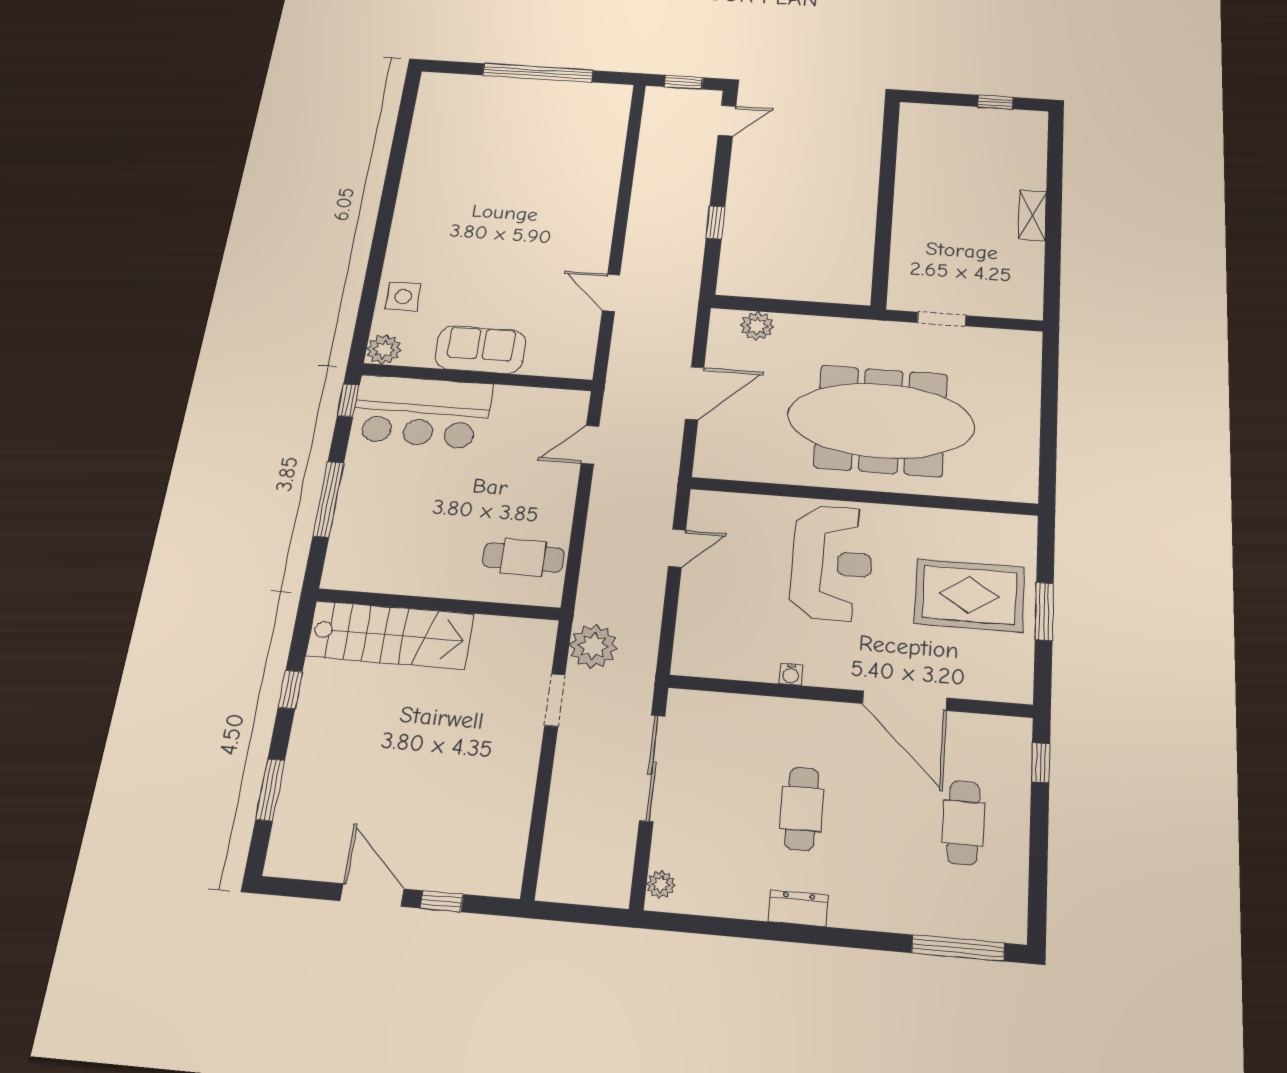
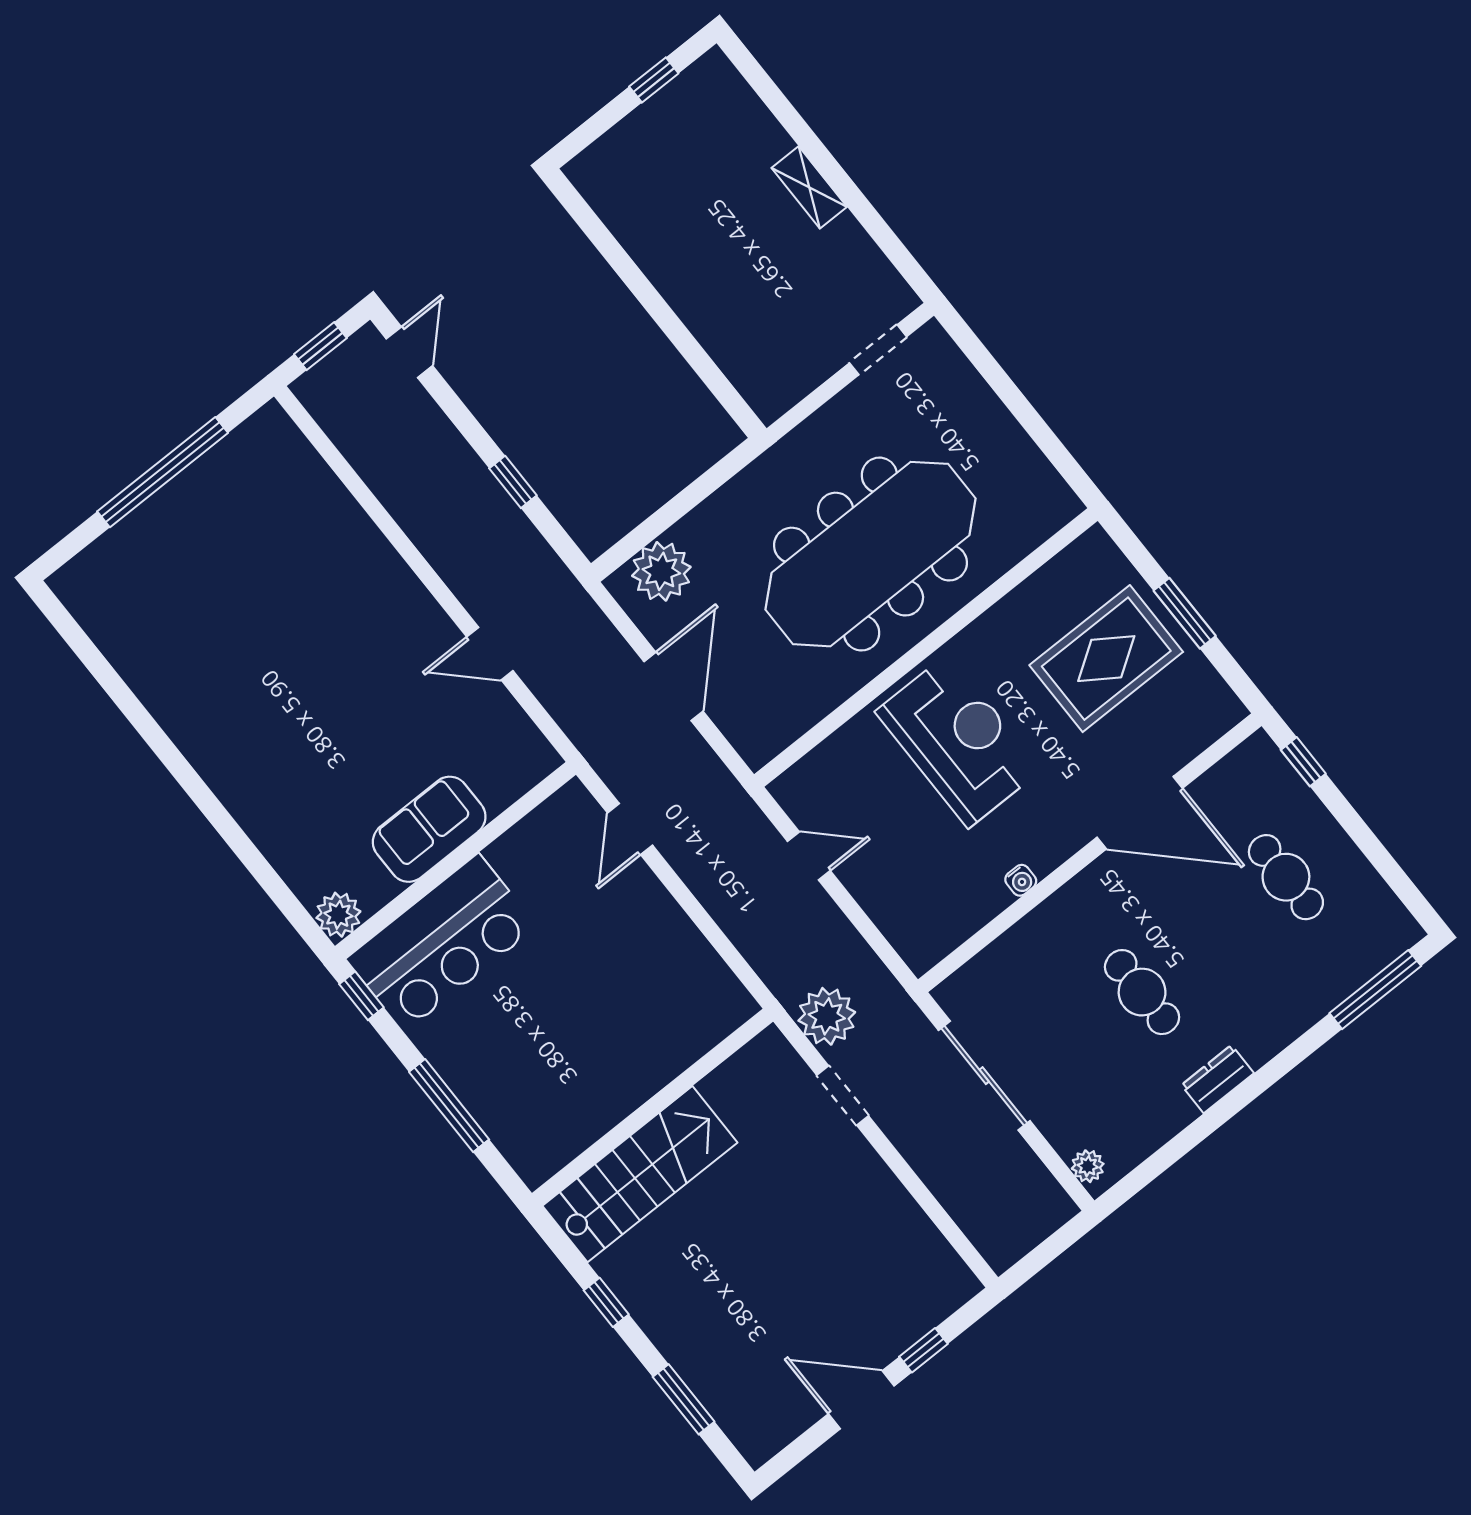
side table: (403, 297) -> (297, 844), removed
doorway: (941, 319) -> (878, 350), moved
plant: (757, 326) -> (661, 571), width x1.36, depth x1.36
door: (677, 548) -> (809, 856), hinge flipped
cafe table: (523, 557) -> (682, 994), removed

